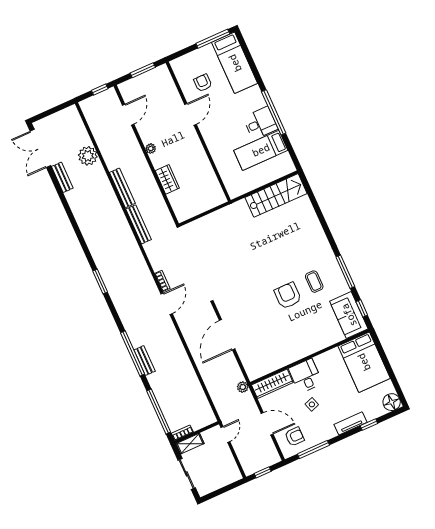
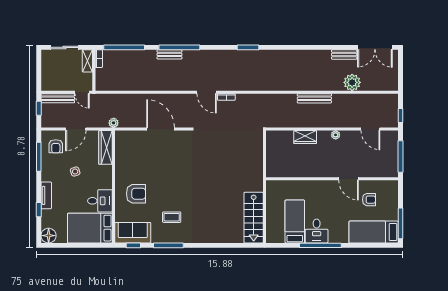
window: (143, 70) -> (400, 157), width x1.44
double door: (40, 148) -> (375, 47), swing flipped
bench: (139, 224) -> (58, 98), moved
armchair: (288, 296) -> (136, 194), moved
desk: (306, 376) -> (100, 201), moved

